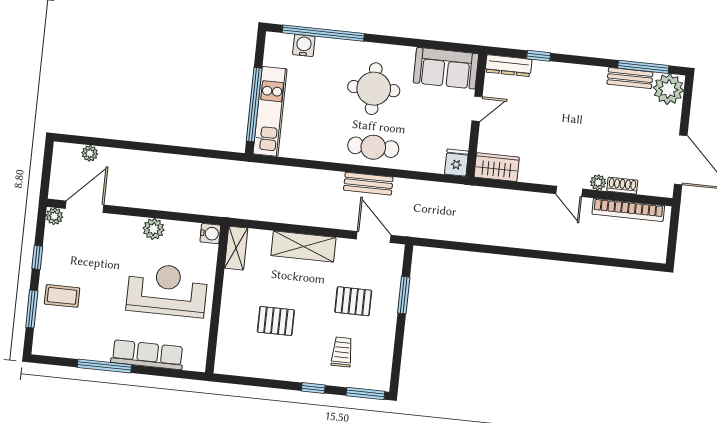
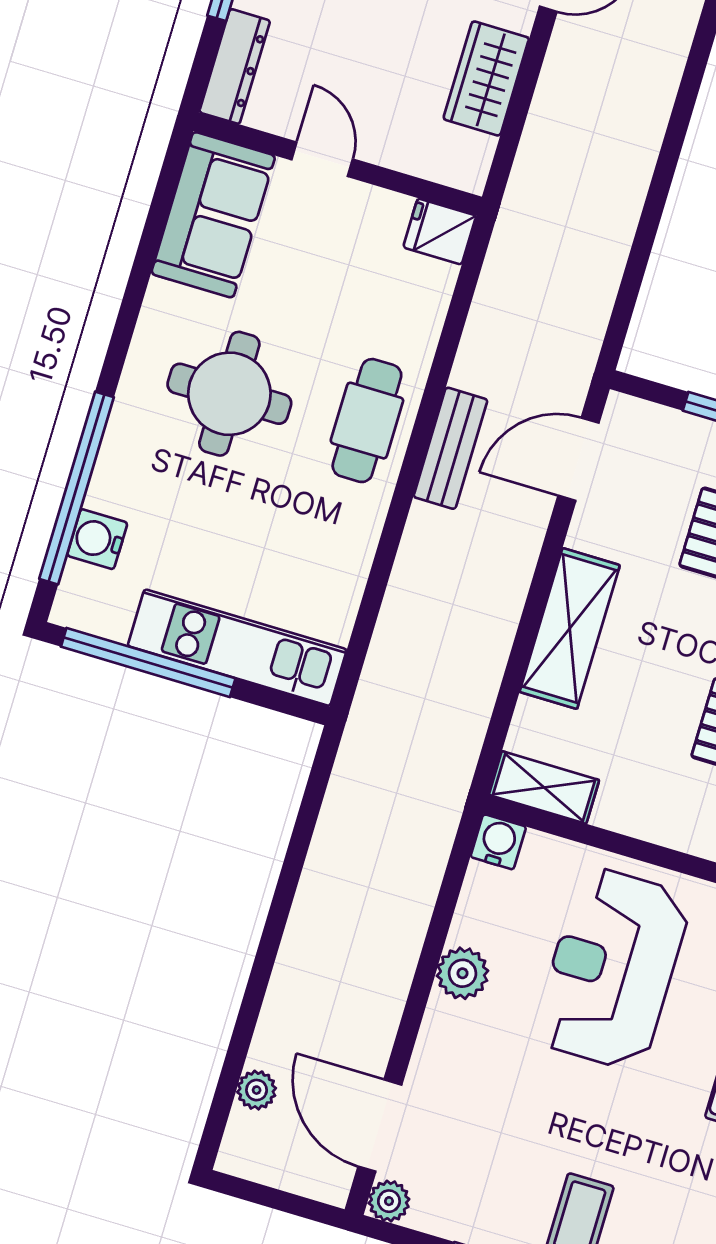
window: (254, 105) -> (148, 662), moved
wardrobe: (497, 167) -> (486, 78), moved

